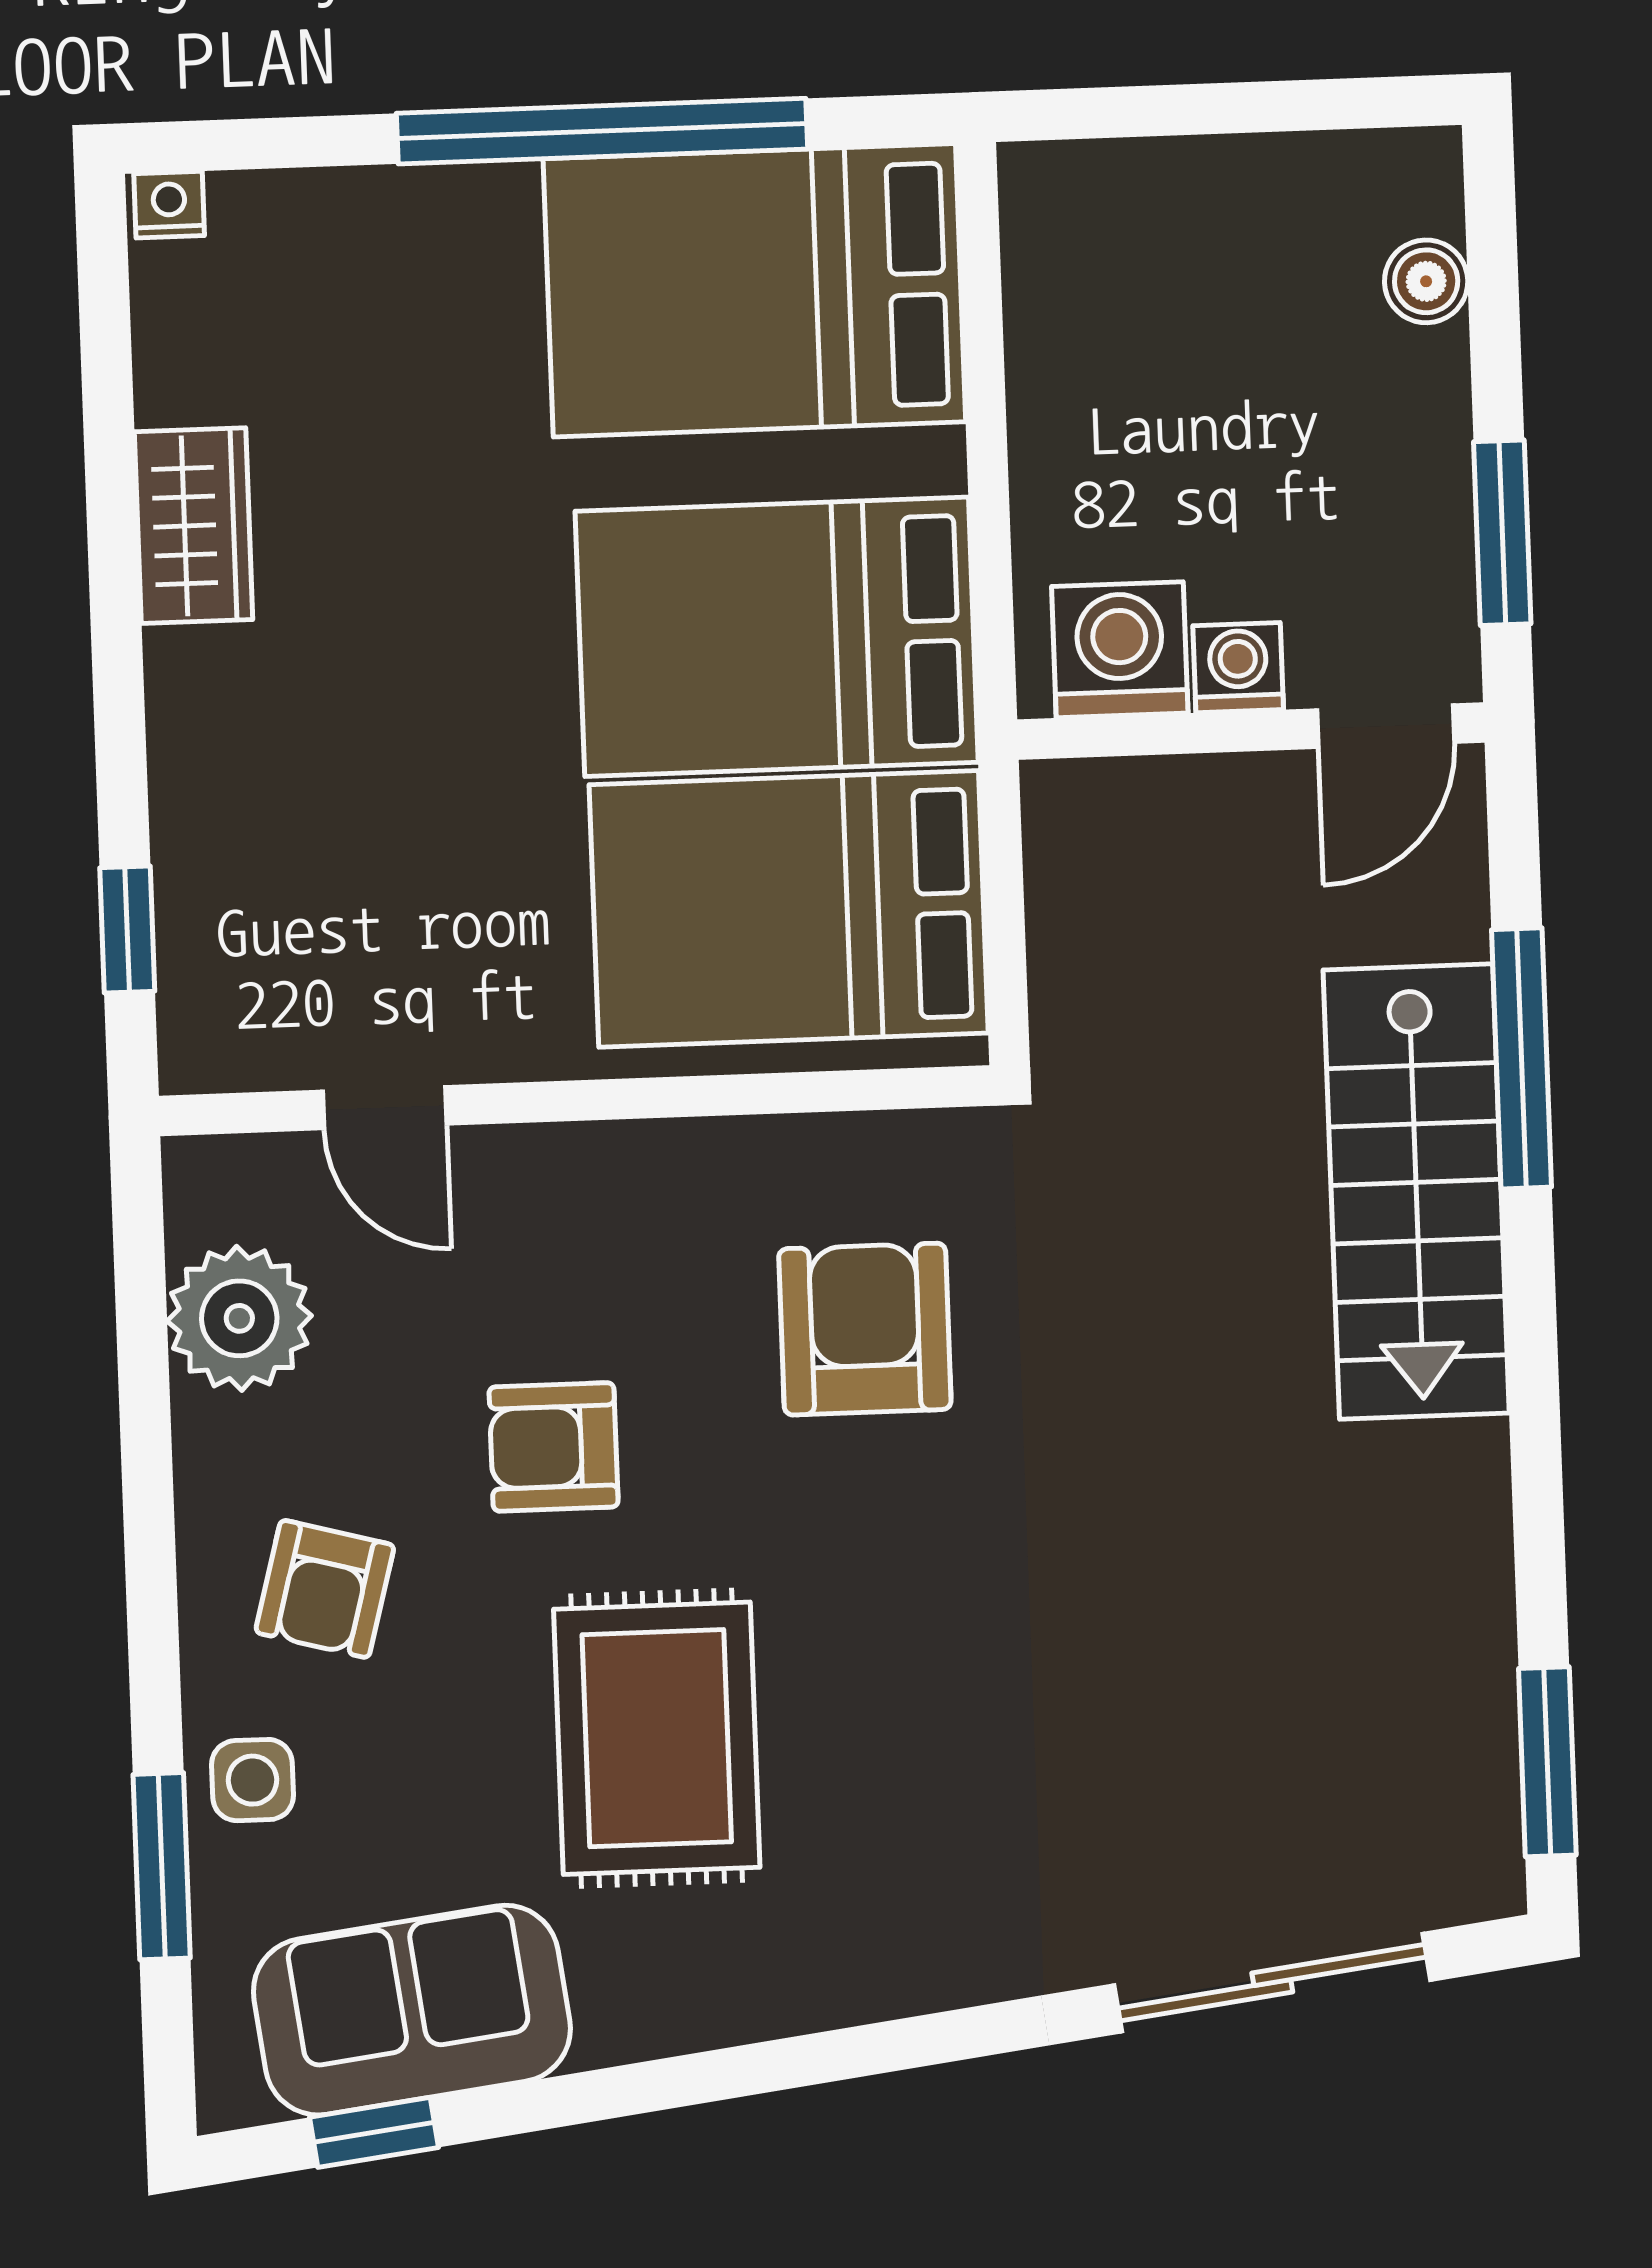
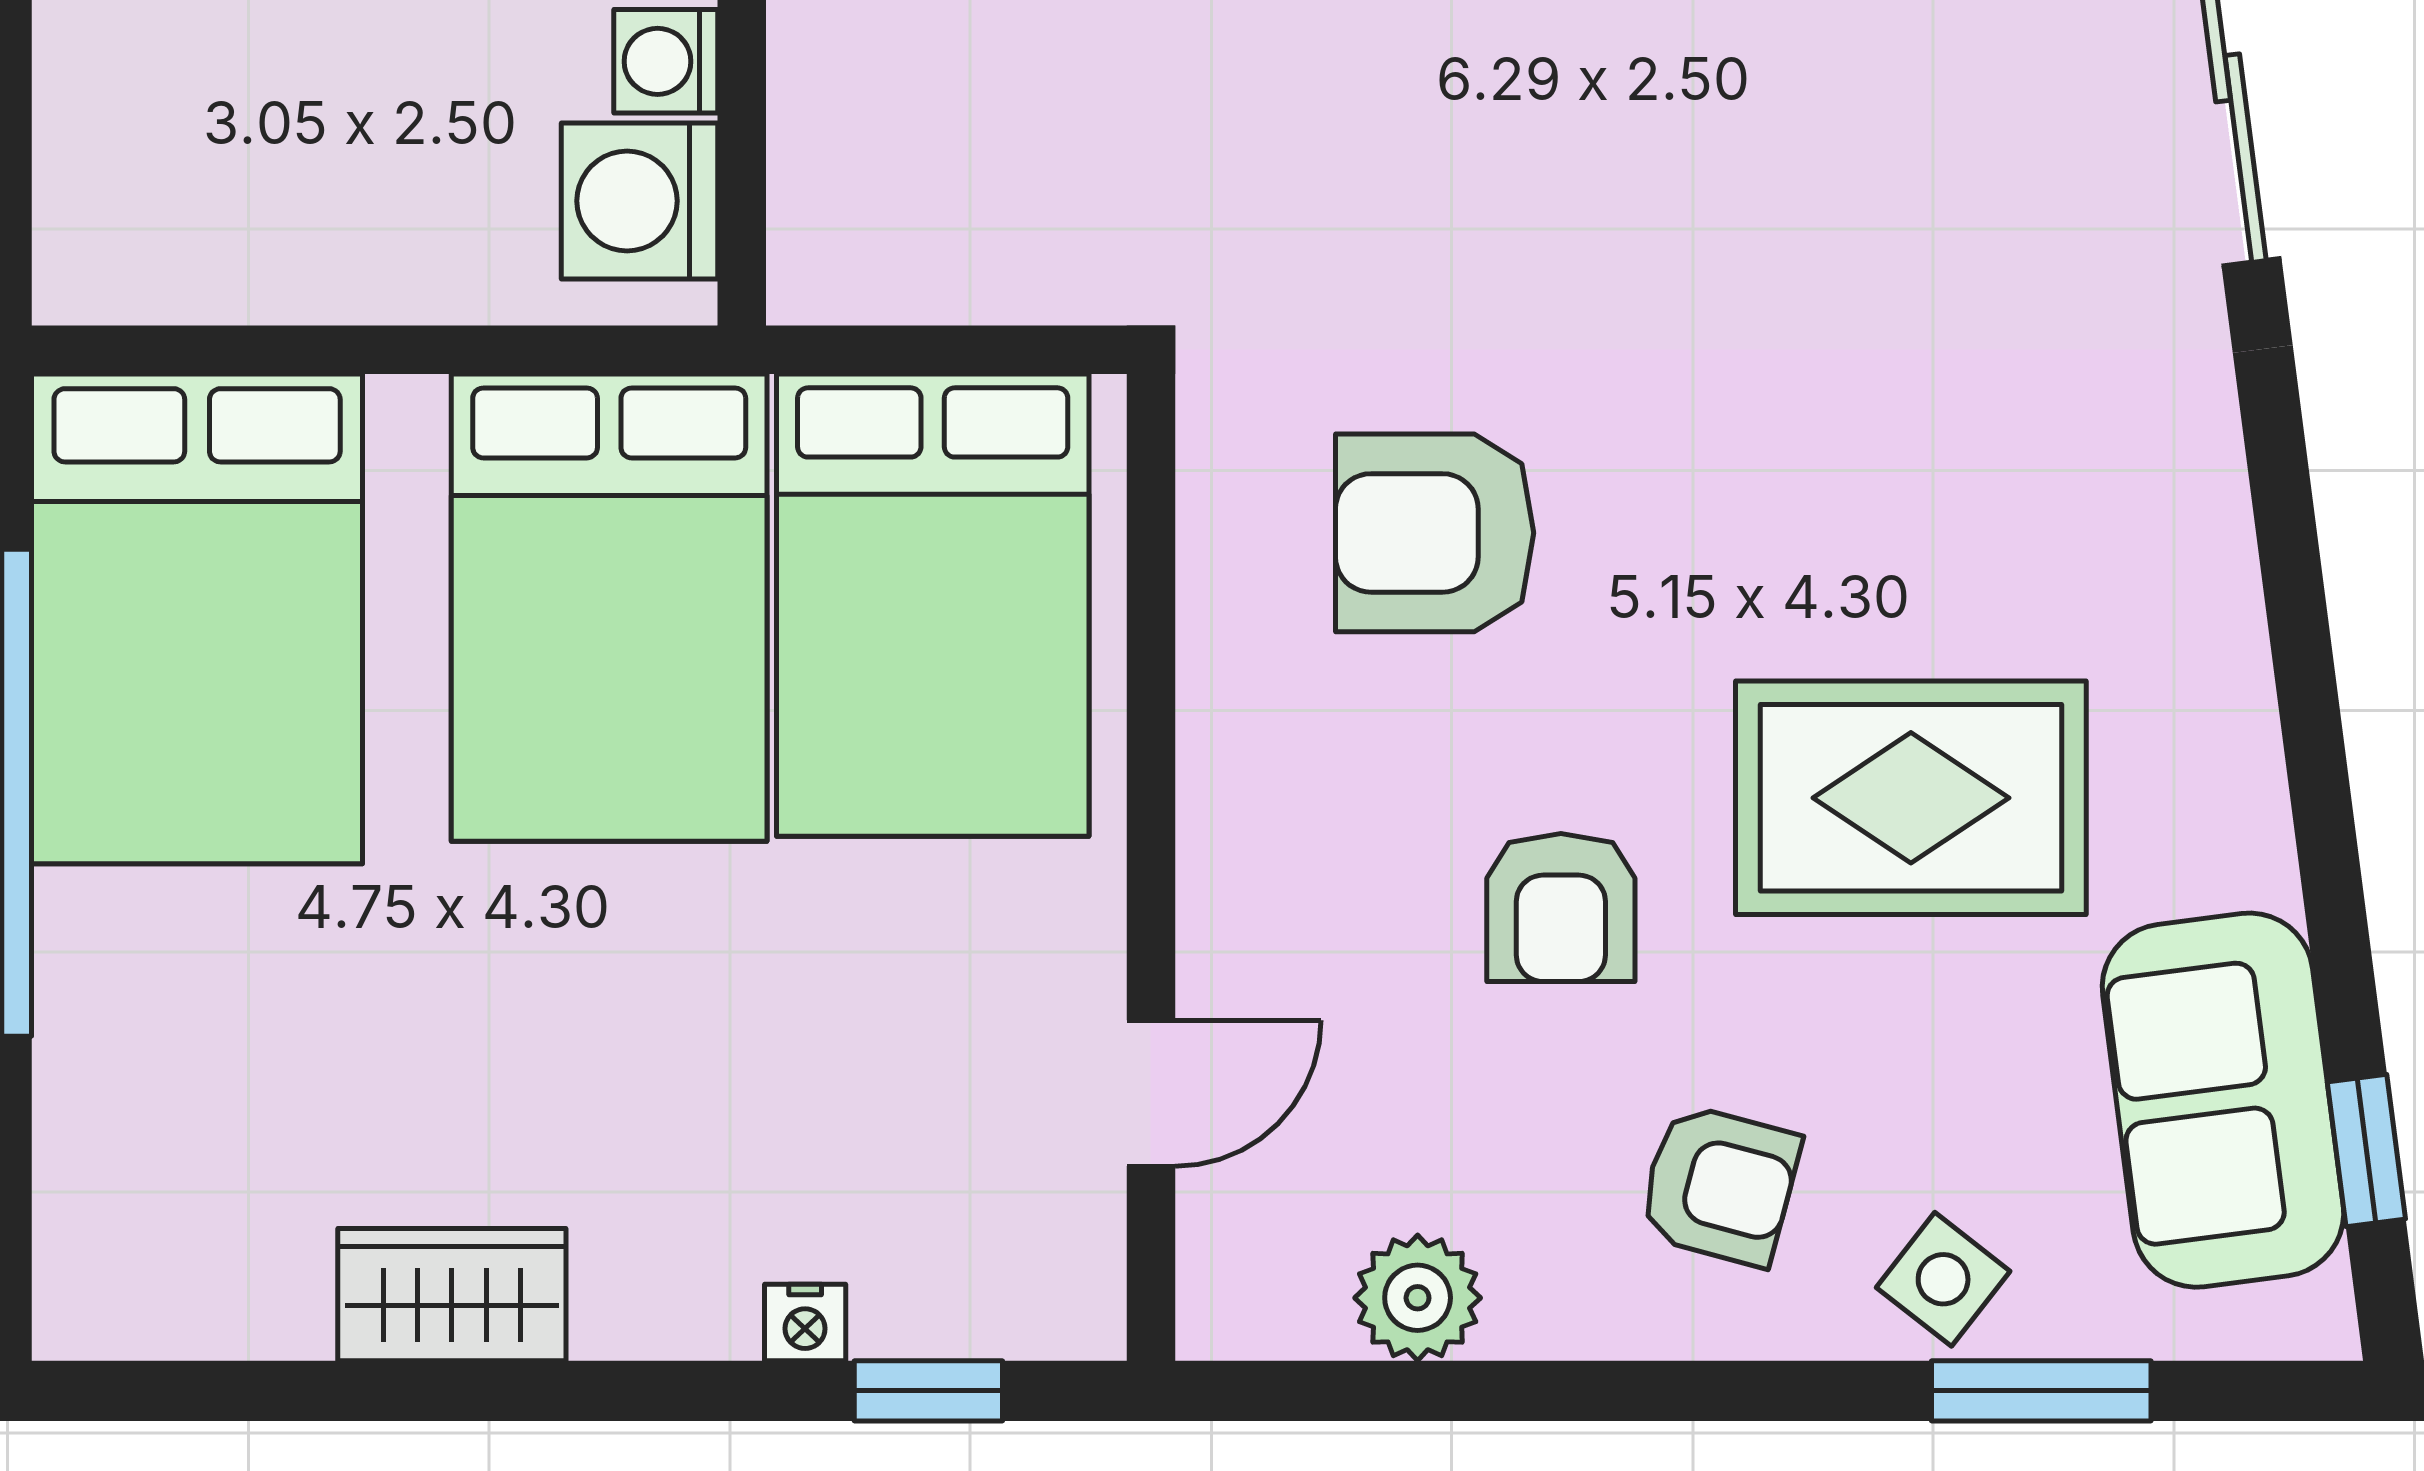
nightstand: (169, 205) -> (805, 1322), moved, turned -90
plant: (239, 1318) -> (1418, 1298), width x0.73, depth x0.73
side table: (252, 1780) -> (1943, 1279), turned 38

